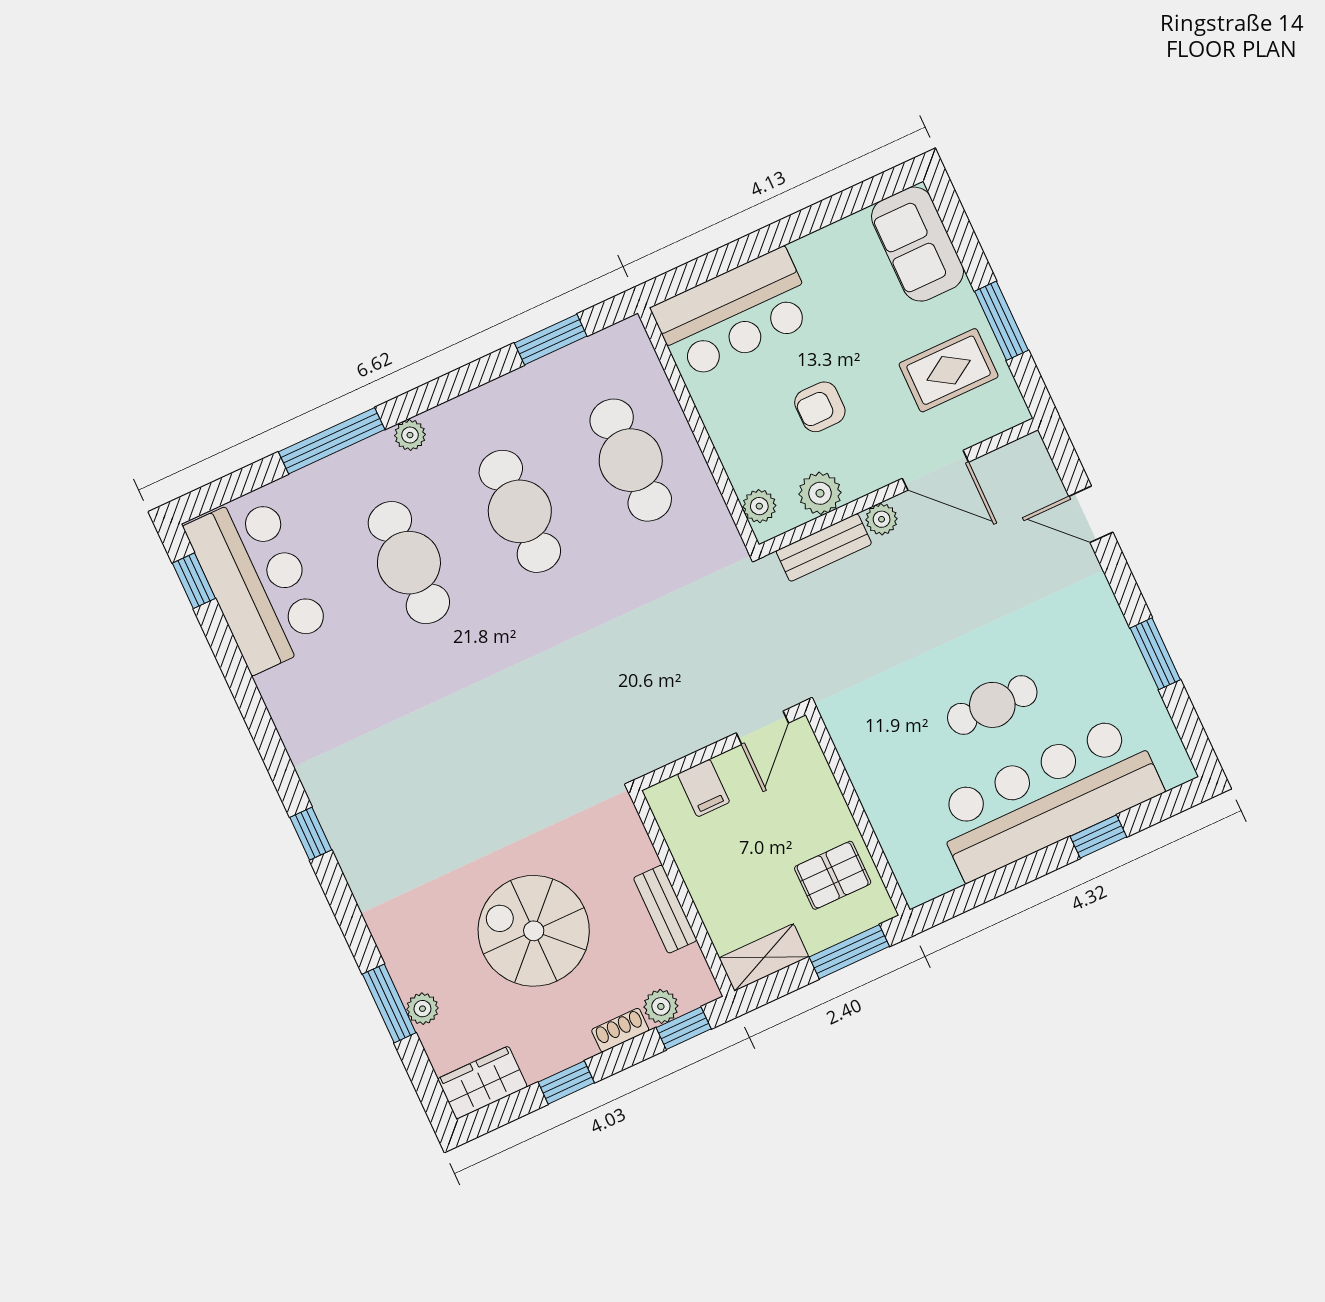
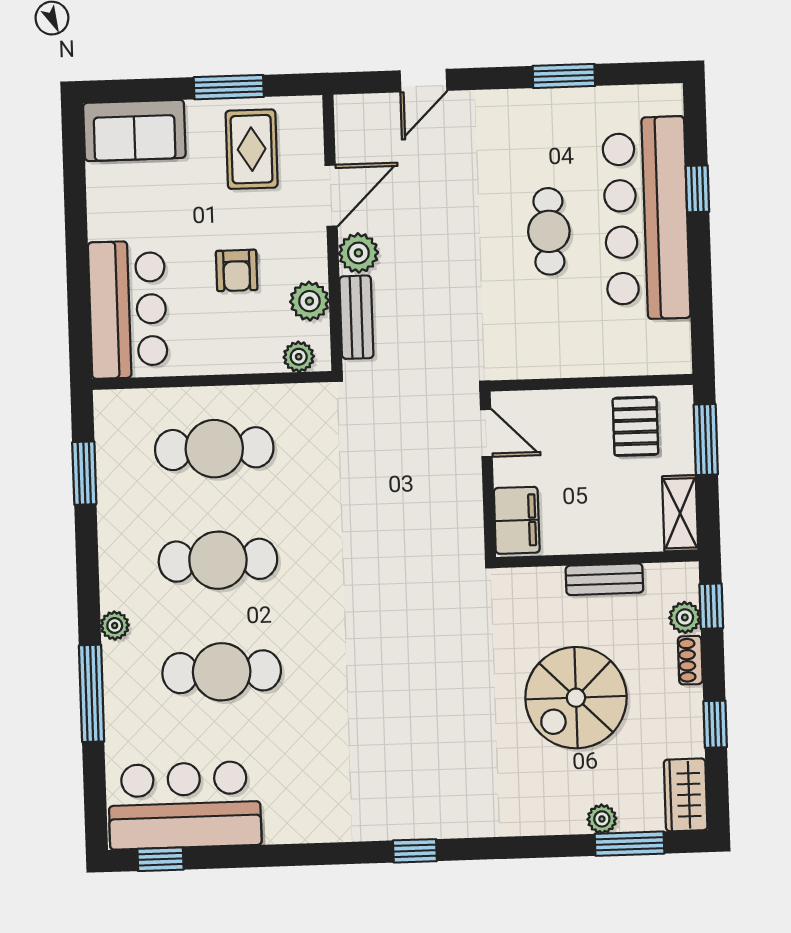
plant: (882, 519) -> (358, 253), width x1.38, depth x1.38
filing cabinet: (704, 788) -> (517, 520), width x2.00
window: (389, 1003) -> (630, 844), moved

